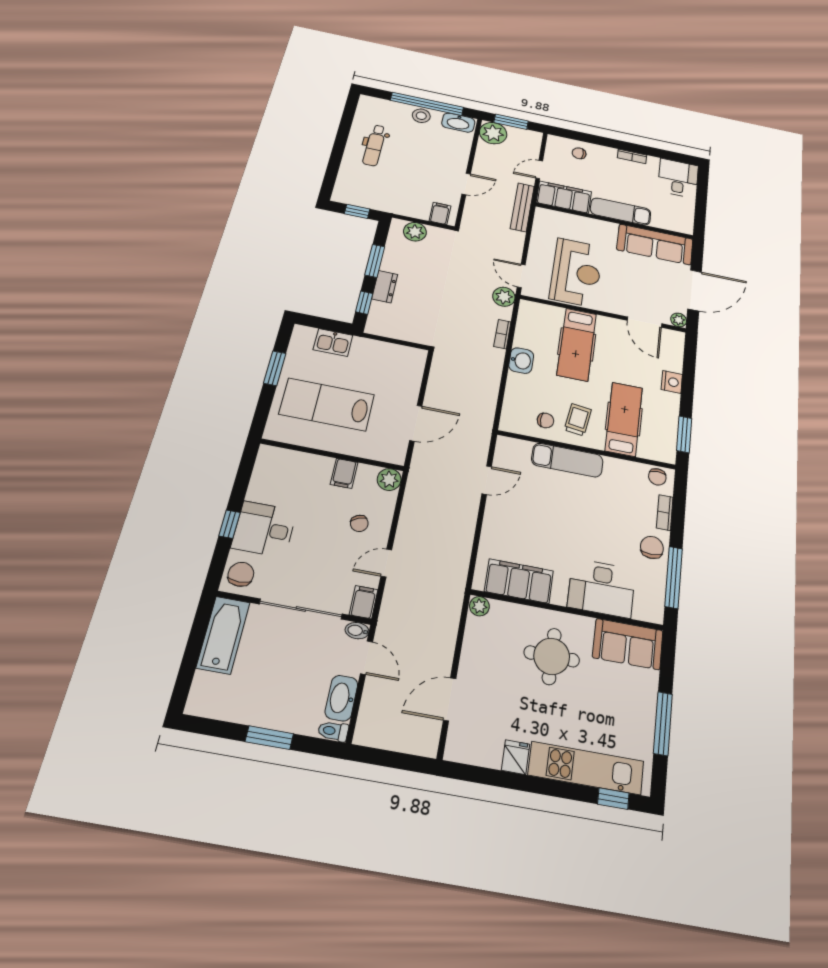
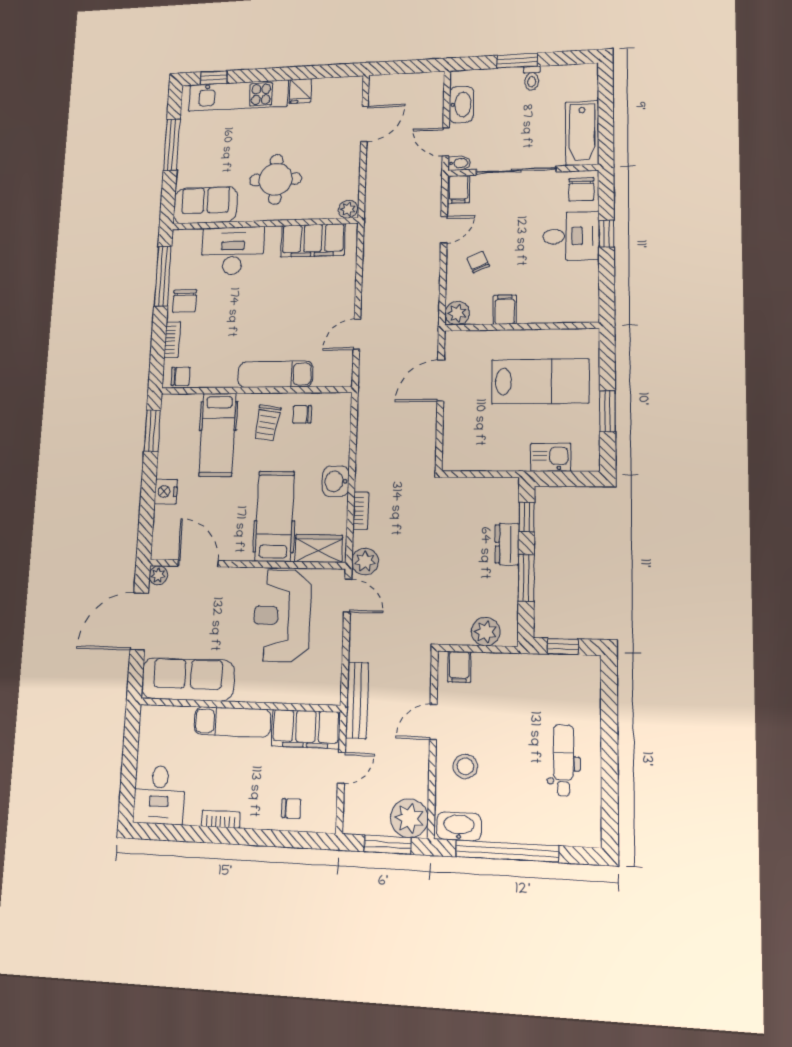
stool: (421, 116) -> (465, 766), moved
wardrobe: (542, 313) -> (319, 548), added
chair: (657, 477) -> (180, 376), turned 90
toilet: (333, 731) -> (532, 78), moved, turned 90

